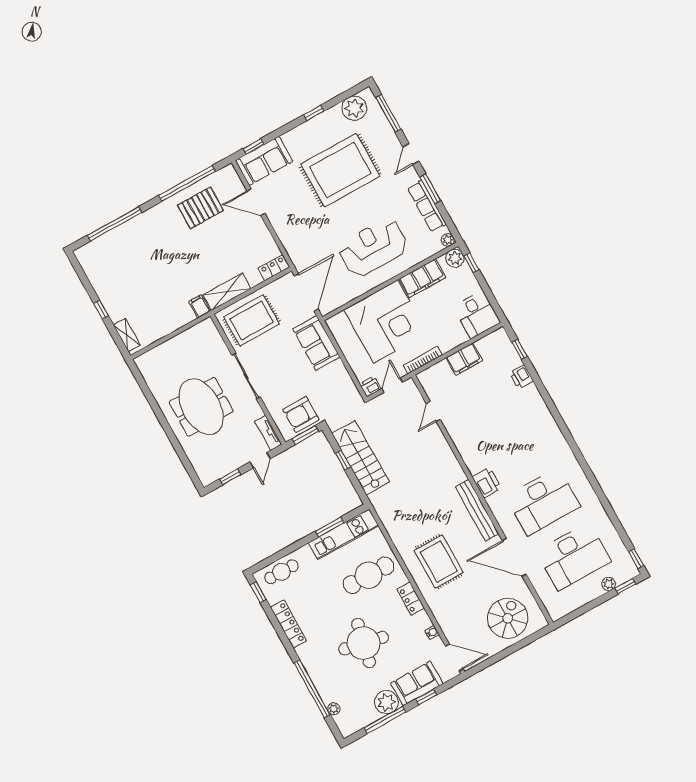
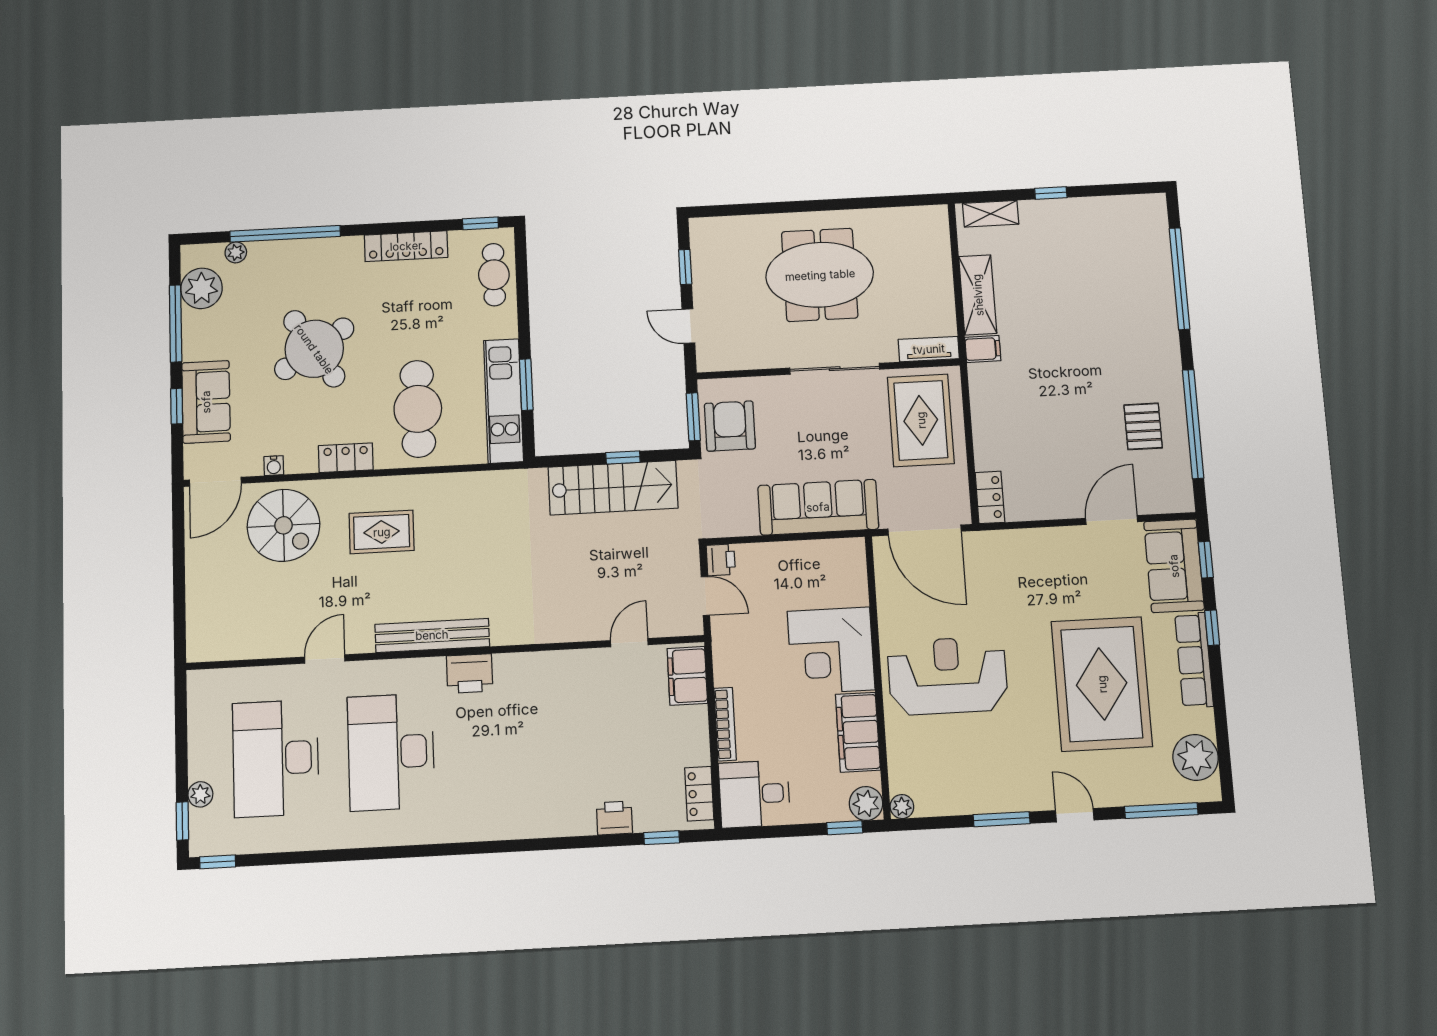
window: (314, 113) -> (1212, 628), moved
row of seats: (427, 206) -> (1194, 660), moved, turned -90
pallet: (200, 208) -> (1143, 426), width x0.67, depth x0.71
reception desk: (373, 247) -> (948, 676), turned -90
shelving: (227, 292) -> (978, 295), moved
corner desk: (386, 322) -> (831, 650), width x0.74, depth x0.74
locker: (490, 341) -> (699, 794), added
sofa: (316, 343) -> (818, 507), width x1.36
filing cabinet: (464, 359) -> (687, 676), moved
bookcase: (423, 360) -> (725, 724), moved
door: (433, 412) -> (629, 643), hinge flipped
tv unit: (268, 433) -> (929, 349), moved
door: (514, 557) -> (325, 659), width x0.53
rug: (439, 562) -> (382, 532), width x0.73, depth x0.70
spiral stairs: (508, 618) -> (283, 525), moved
round table: (364, 643) -> (314, 349), turned 45
plant: (386, 702) -> (202, 288), moved

